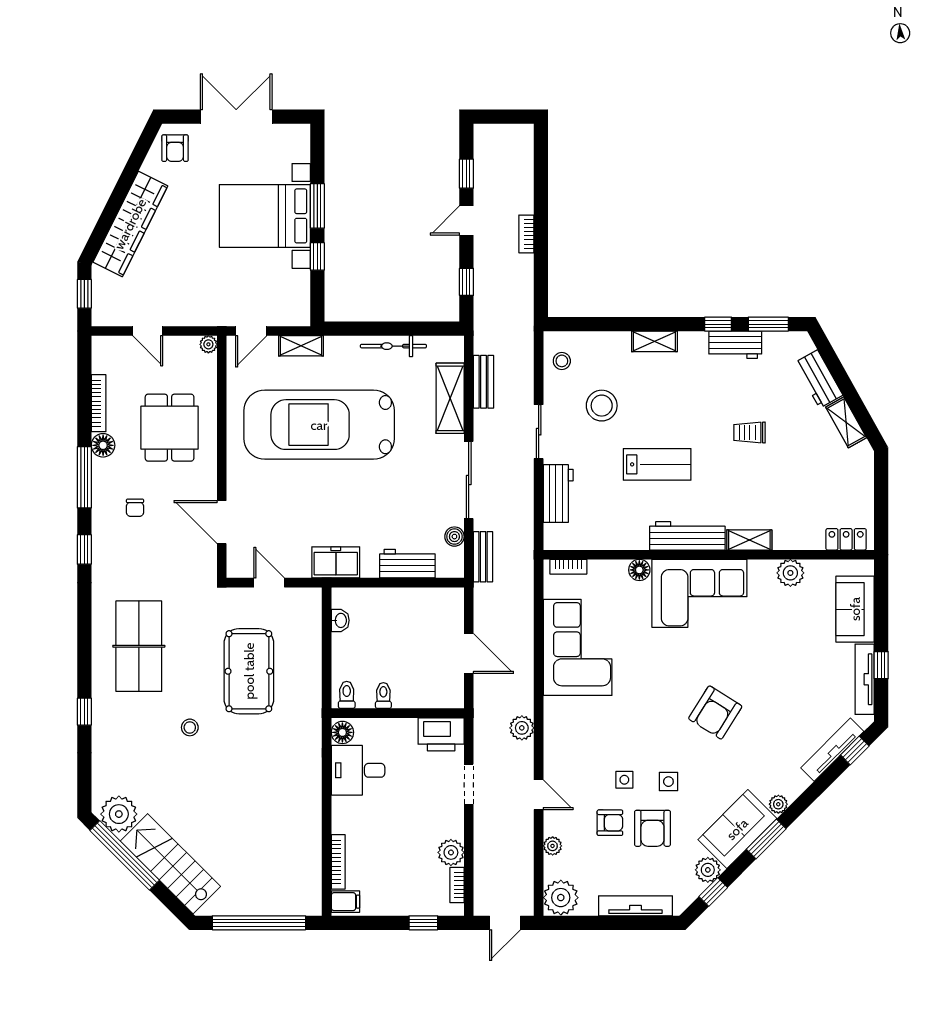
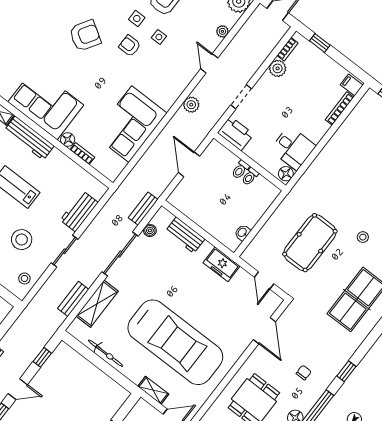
bookcase: (568, 567) -> (82, 154), moved
toilet: (347, 695) -> (240, 170), moved
armchair: (610, 823) -> (130, 46), moved

